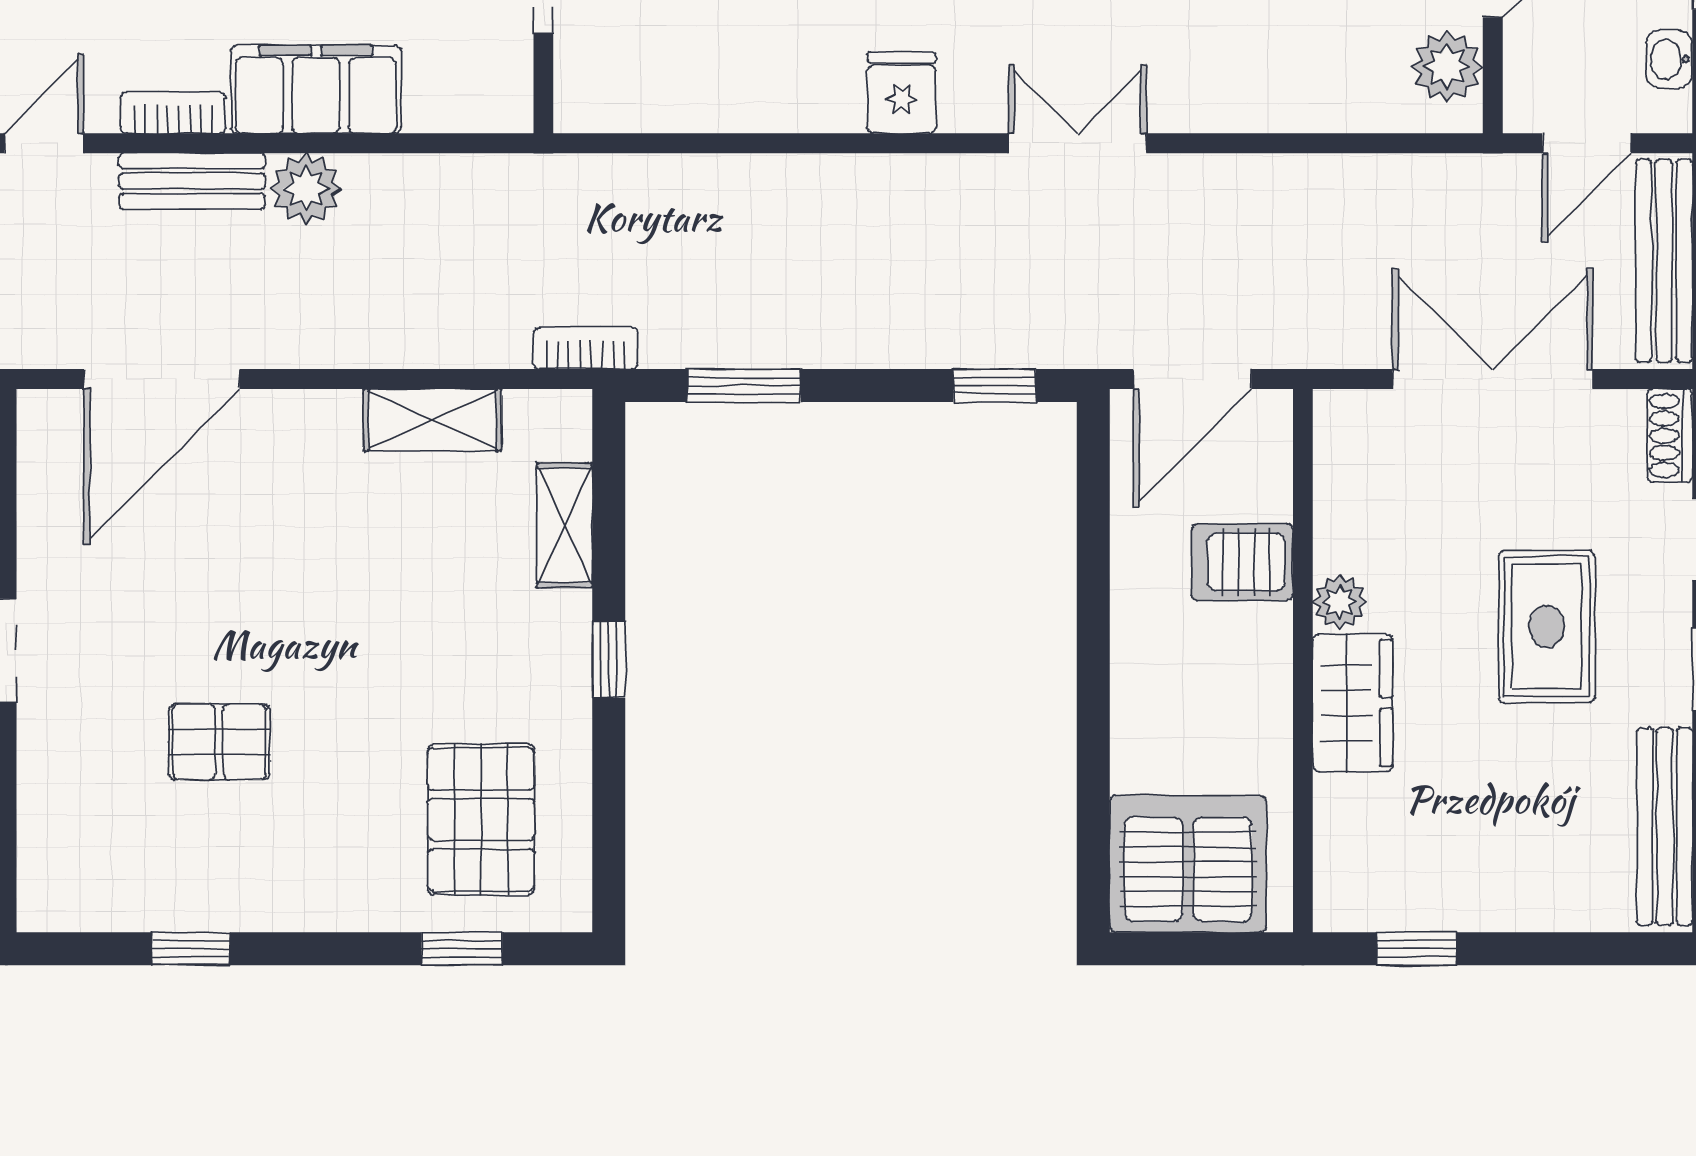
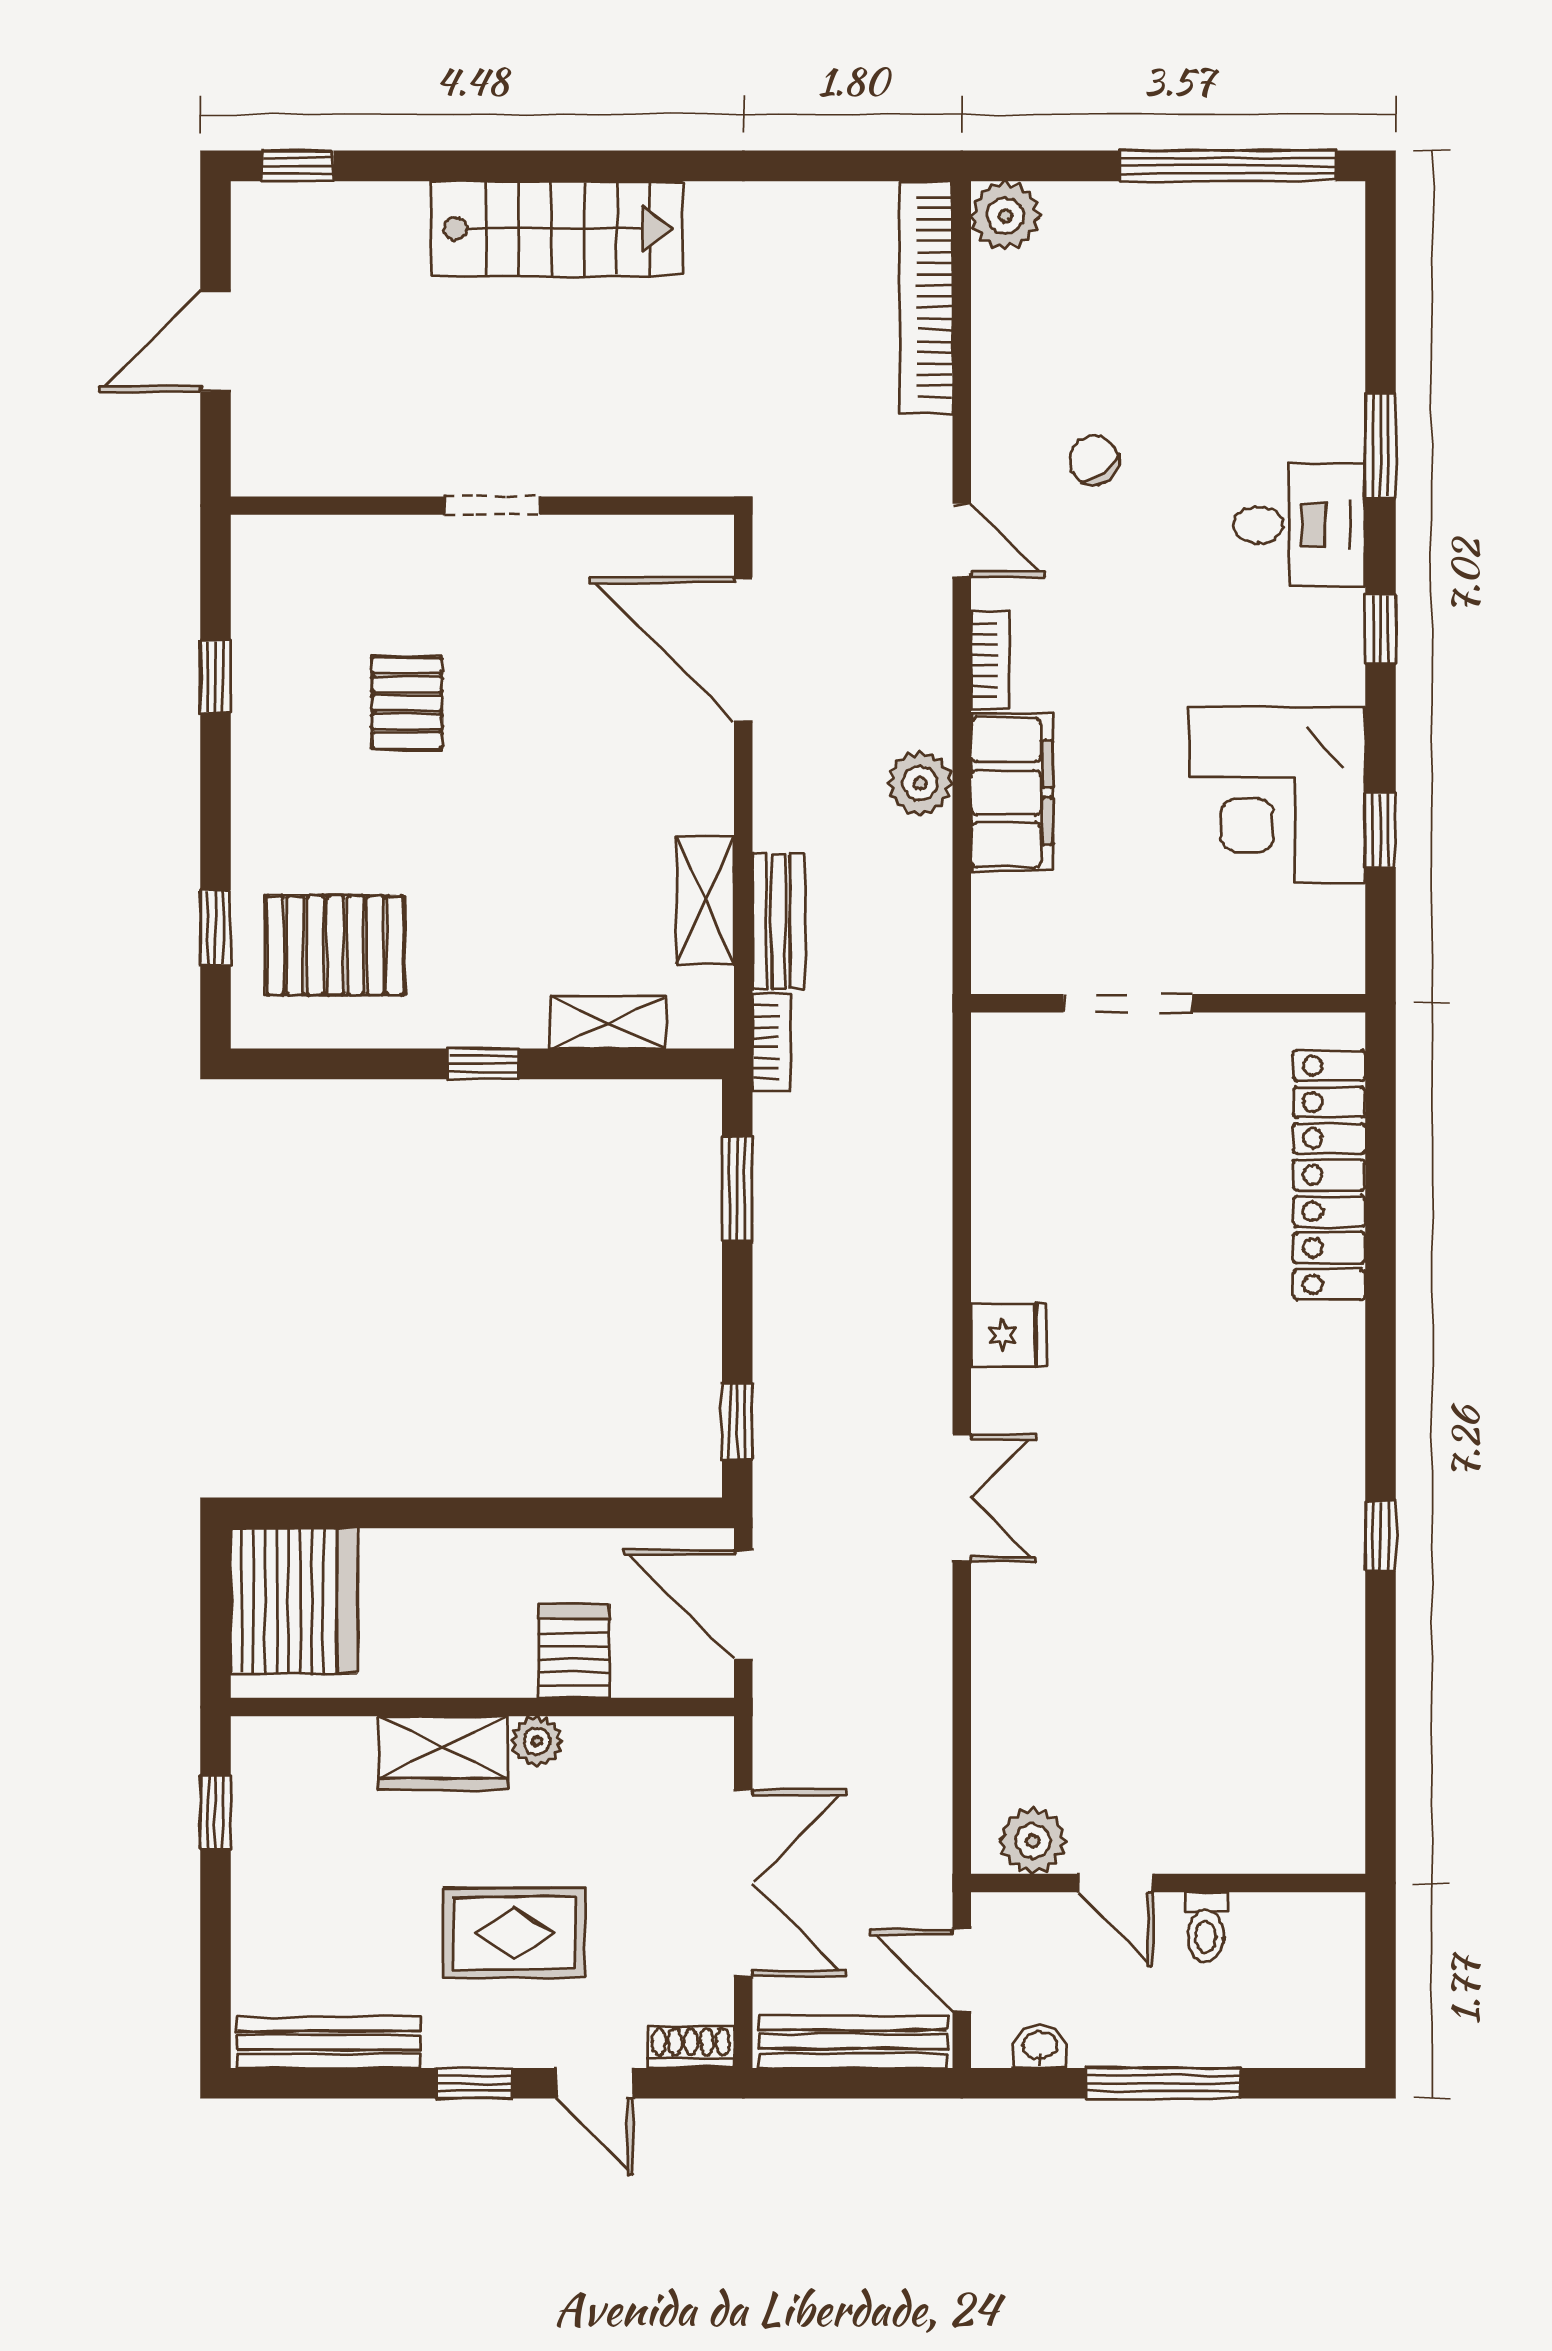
bench: (192, 181) -> (778, 921), moved

